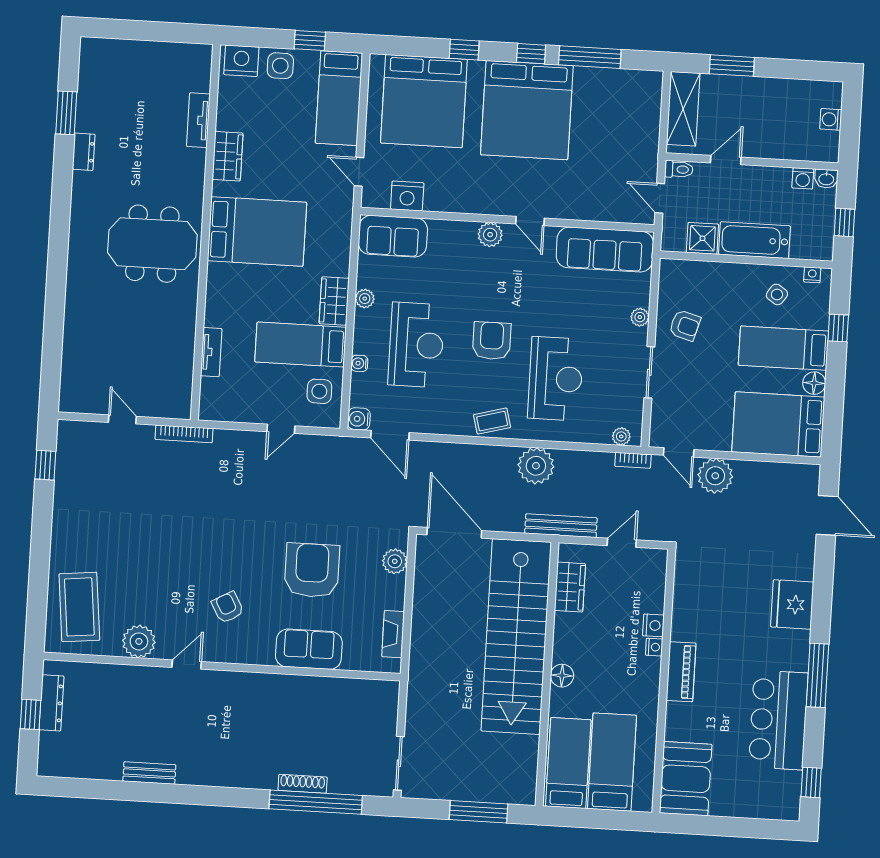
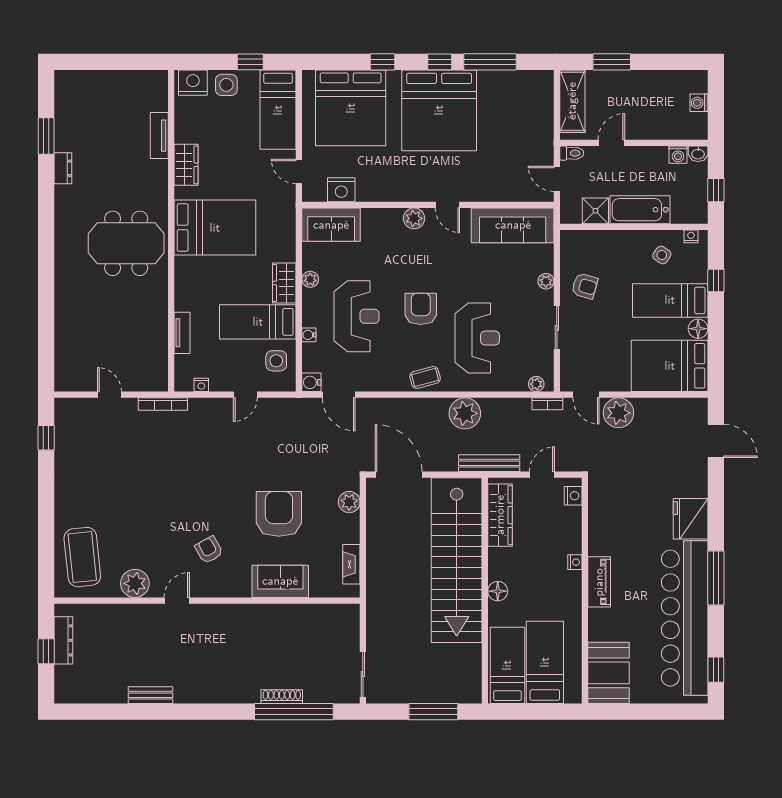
nightstand: (230, 414) -> (201, 385), added
wardrobe: (570, 587) -> (500, 515), width x1.50
nightstand: (653, 625) -> (573, 496), moved
bar counter: (778, 720) -> (685, 618), width x1.86

